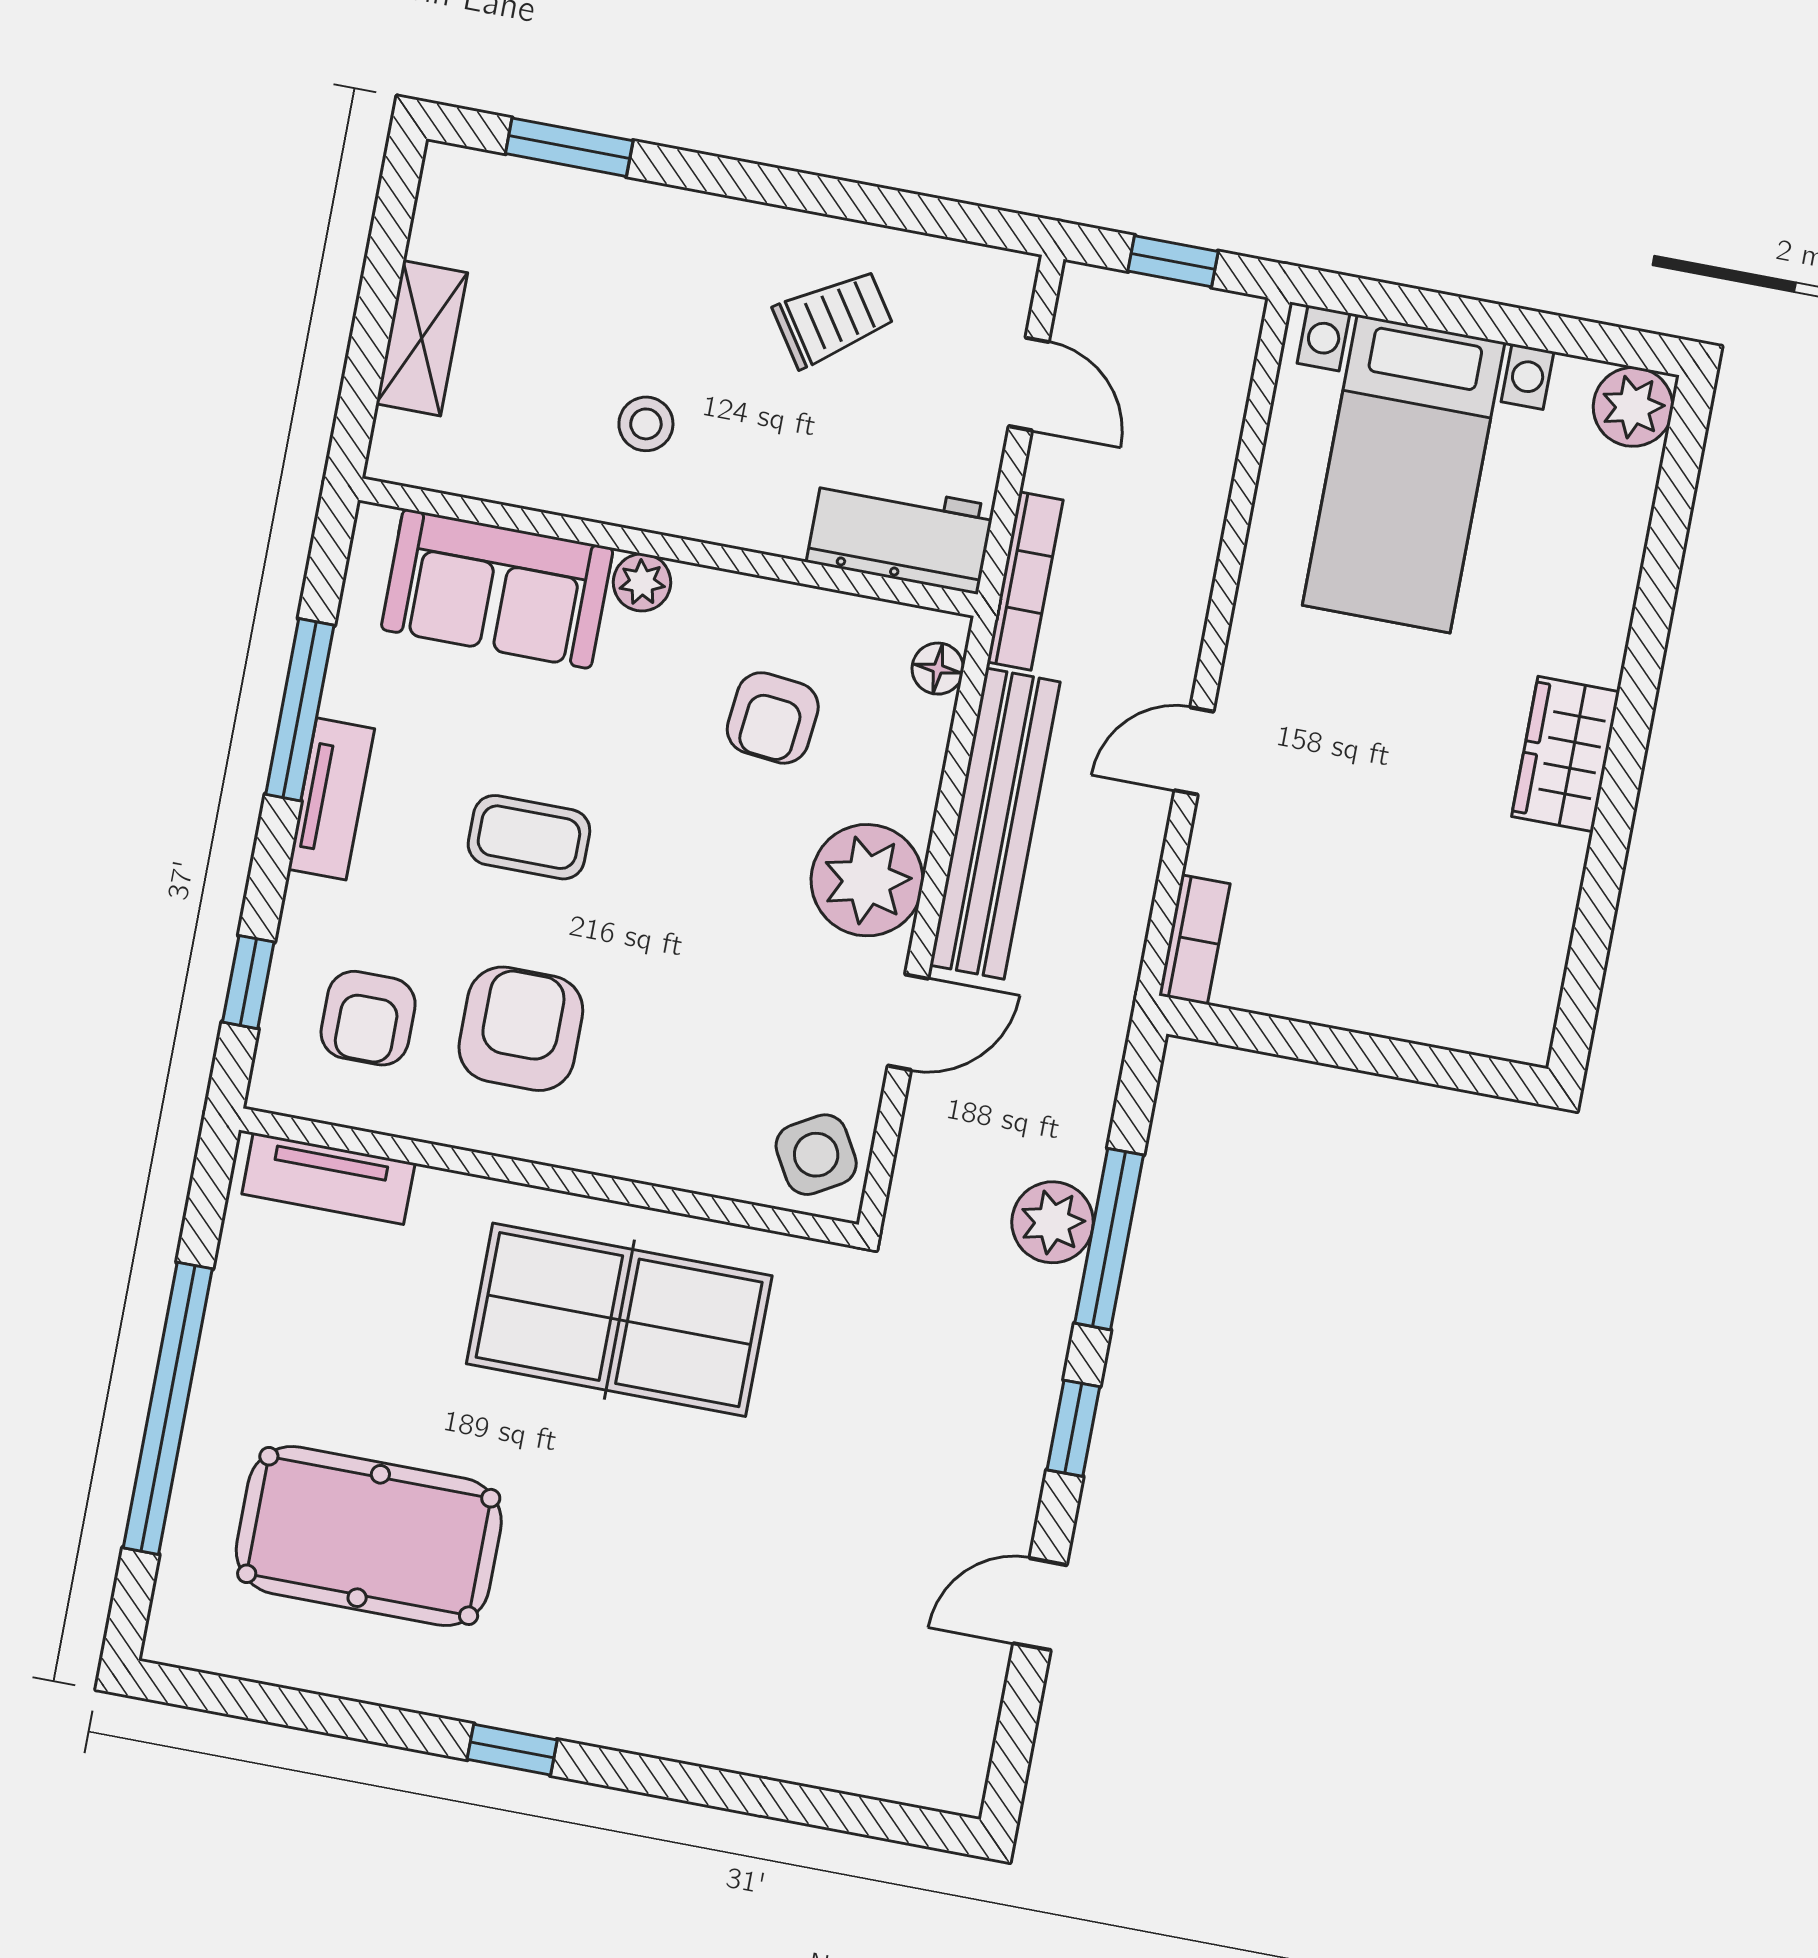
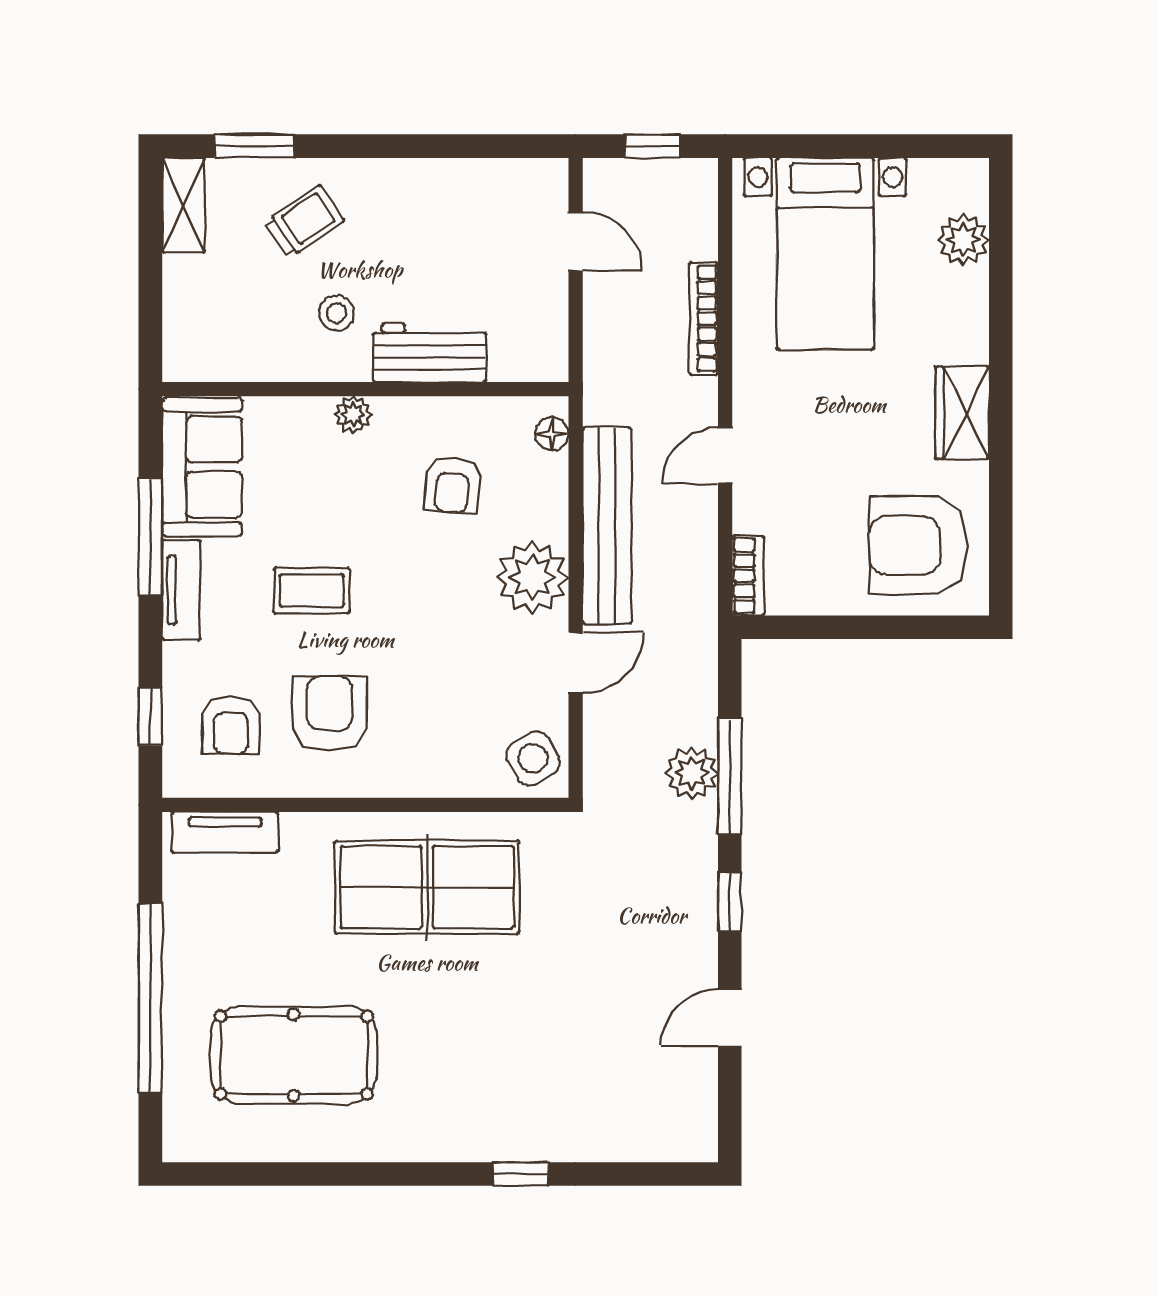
trolley: (833, 318) -> (304, 221), moved
shelving: (422, 338) -> (183, 205), moved
plant: (1633, 407) -> (963, 240), moved
workbench: (900, 534) -> (430, 353), moved
bookcase: (1025, 581) -> (704, 319), moved, turned 180
sofa: (497, 589) -> (202, 467), moved, turned -90
armchair: (1461, 942) -> (918, 545), added
window: (512, 1750) -> (520, 1174), moved

